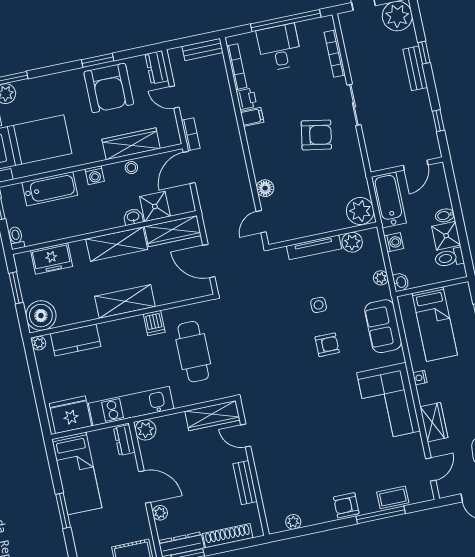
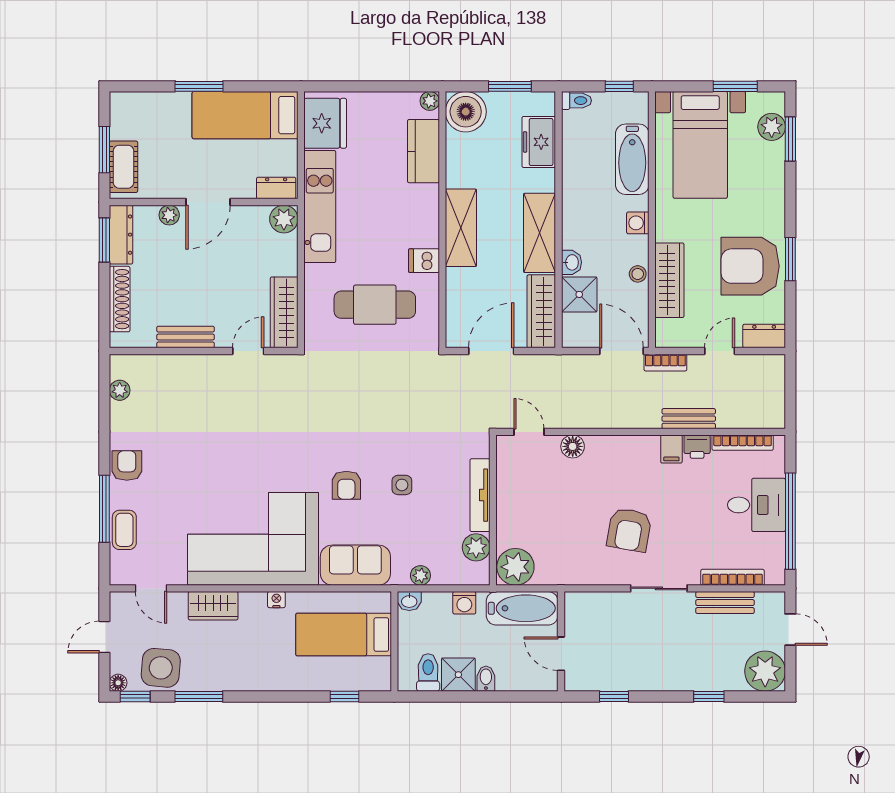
bench: (203, 49) -> (689, 419), moved, turned 90
bench: (415, 68) -> (725, 603), moved
corner sofa: (389, 402) -> (253, 539), width x1.36, depth x1.36

